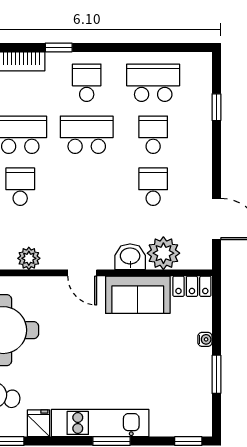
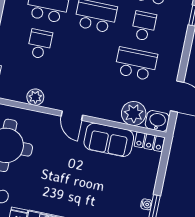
school desk: (153, 187) -> (136, 64), width x1.85
washbasin: (130, 257) -> (157, 121), moved
water cooler: (205, 339) -> (146, 204), moved

